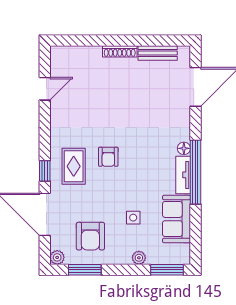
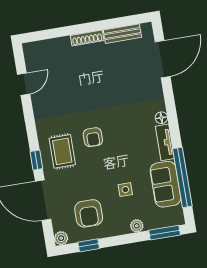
window: (195, 172) -> (182, 177), moved
window: (85, 270) -> (89, 245), width x0.67

